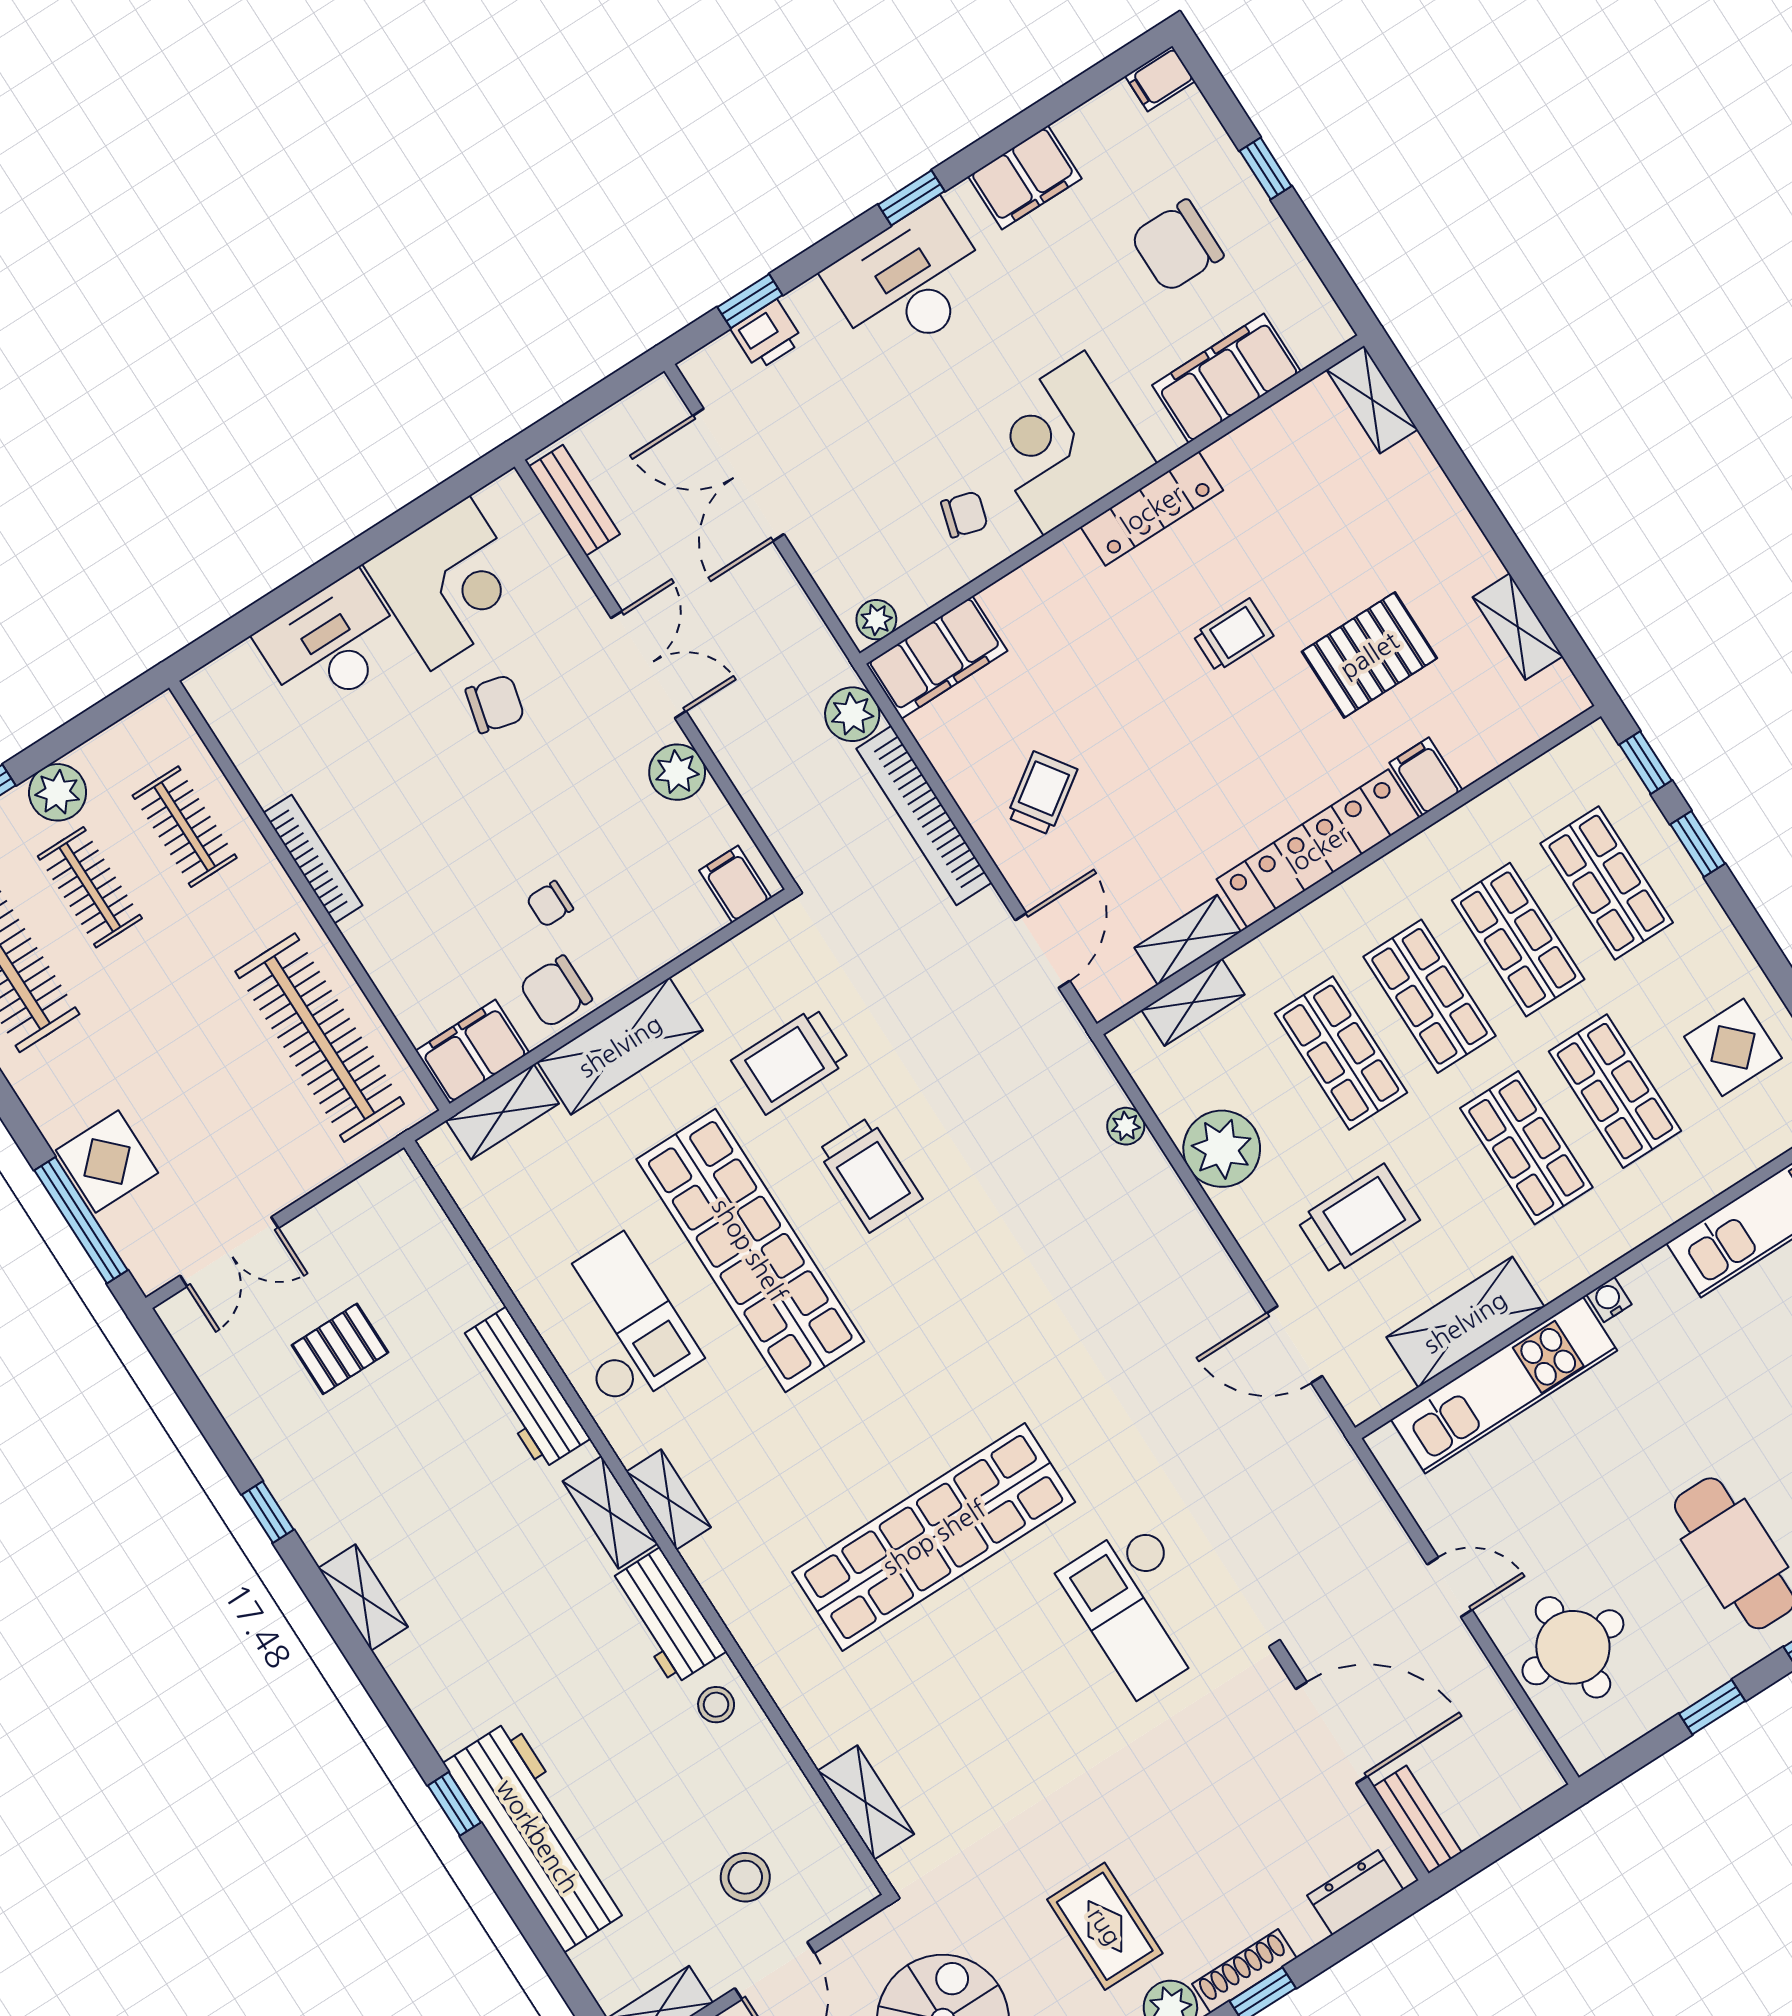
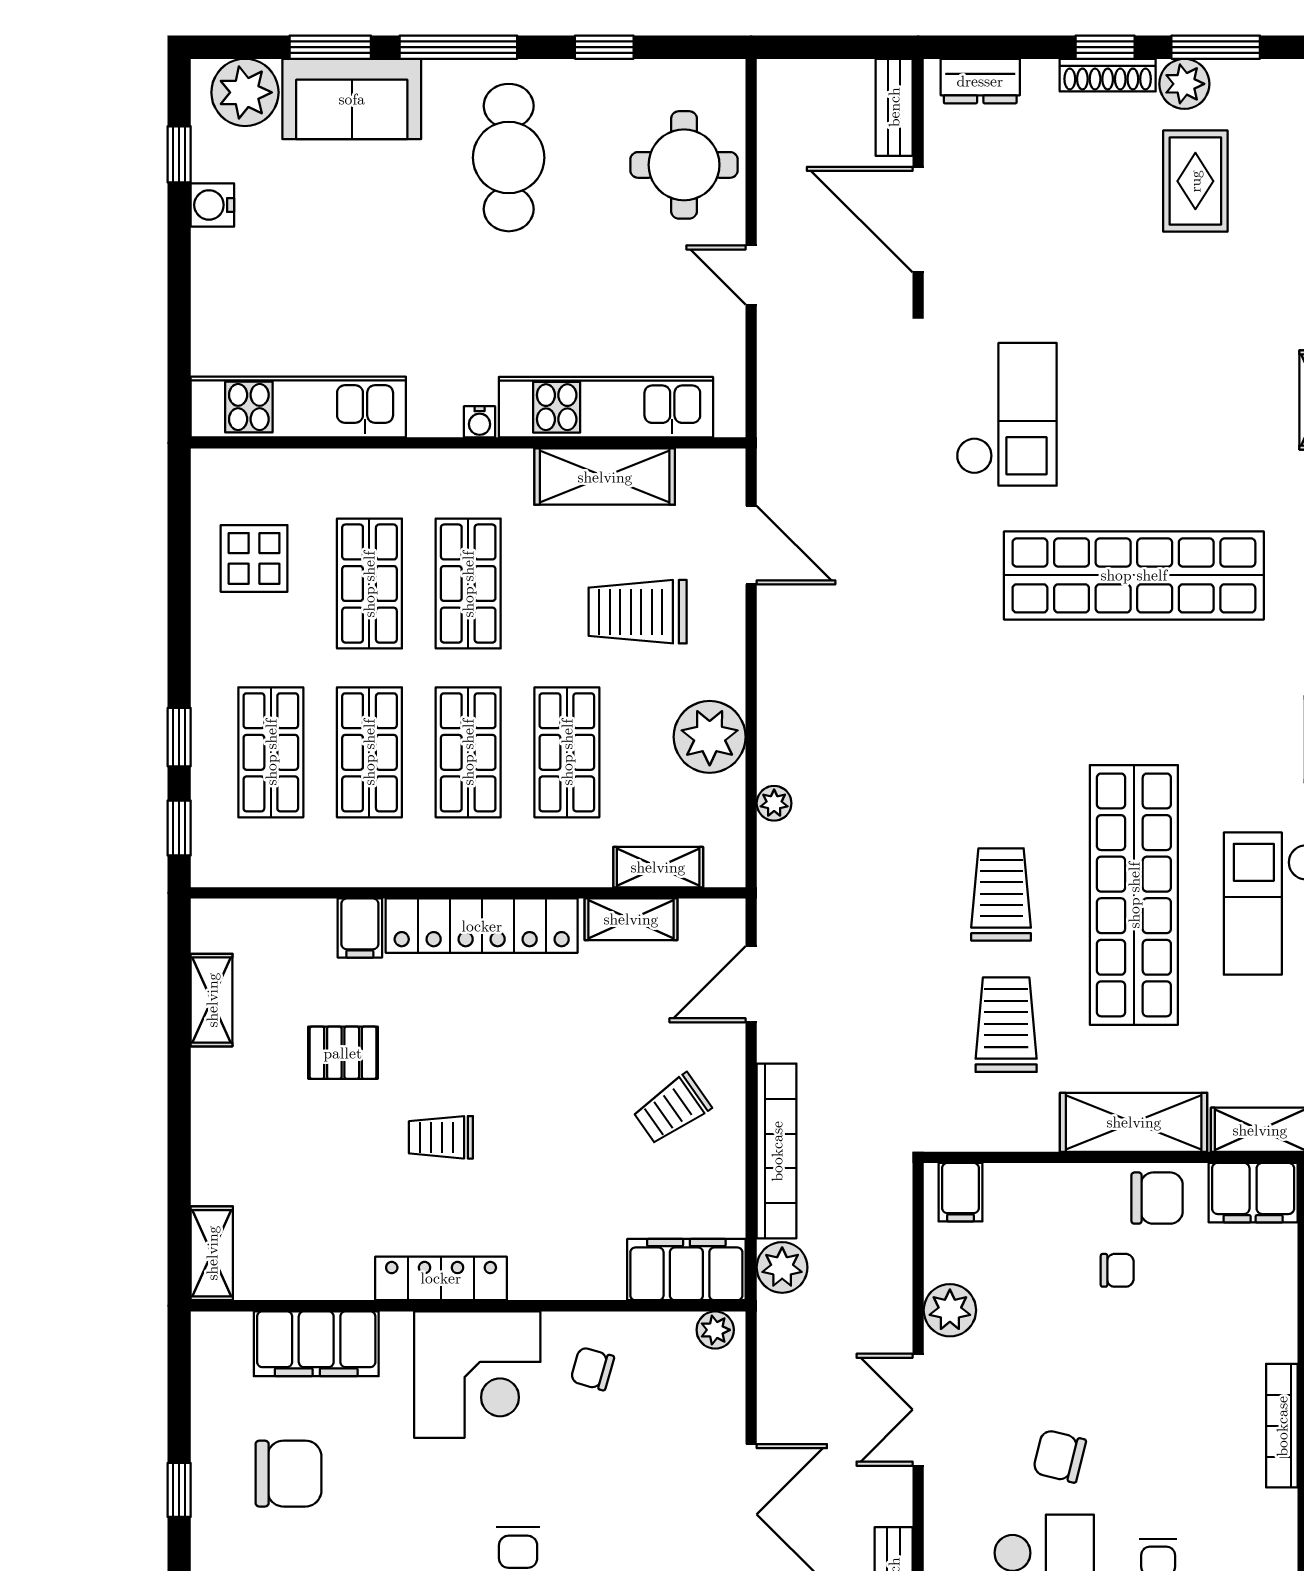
pallet: (1369, 655) -> (343, 1053), width x0.67, depth x0.71
trolley: (791, 1061) -> (1006, 1025), turned -90

